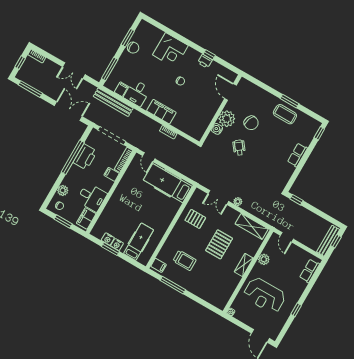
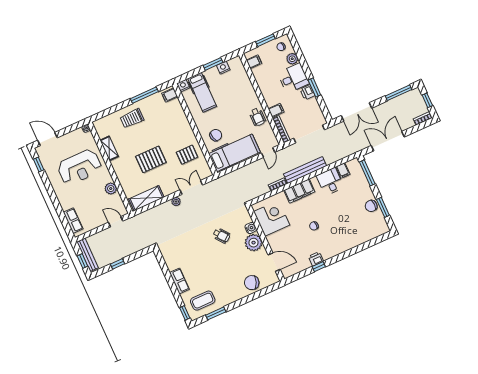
corner desk: (170, 50) -> (272, 218), moved, turned 90
double door: (74, 71) -> (388, 141), width x1.37
window: (289, 101) -> (216, 313), moved
bench: (113, 102) -> (305, 170), moved
coffee table: (285, 114) -> (203, 301), moved
chair: (251, 123) -> (252, 283), moved
window: (73, 157) -> (314, 88), width x0.47
printer: (85, 157) -> (307, 92), width x0.53, depth x0.68
door: (149, 157) -> (268, 153), swing flipped
wheelchair: (127, 185) -> (258, 117), added
desk: (92, 197) -> (293, 78), moved, turned 180
window: (296, 200) -> (117, 264), moved
chair: (164, 207) -> (216, 135), added
filing cabinet: (86, 218) -> (254, 62), width x0.50
pallet: (219, 244) -> (151, 159), turned 90
nightstand: (117, 245) -> (183, 86), moved
trolley: (185, 260) -> (132, 118), moved
shelving: (244, 265) -> (109, 148), moved
reception desk: (264, 295) -> (80, 167), turned 180
window: (296, 310) -> (39, 165), moved

